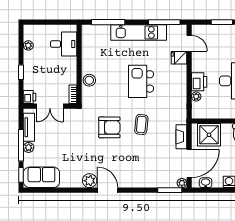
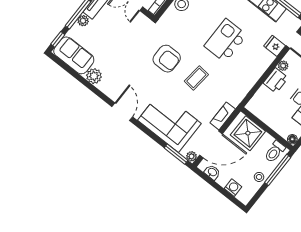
plant: (196, 97) -> (283, 66), moved
corner sofa: (147, 171) -> (169, 122), added
plant: (90, 181) -> (94, 76), moved

